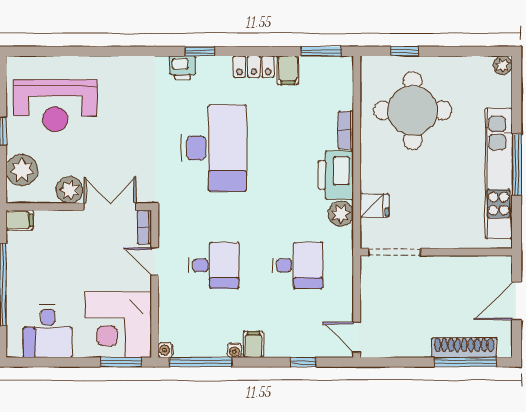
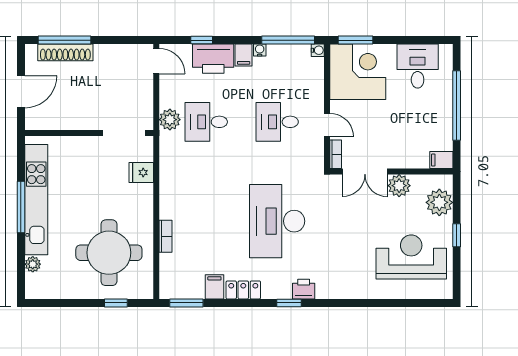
plant: (503, 65) -> (33, 264), moved
printer: (336, 175) -> (213, 59), moved, turned 90
plant: (341, 214) -> (170, 120), moved

